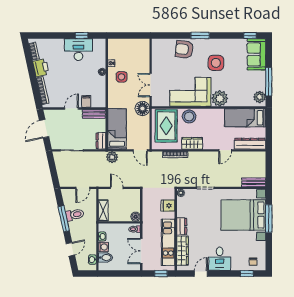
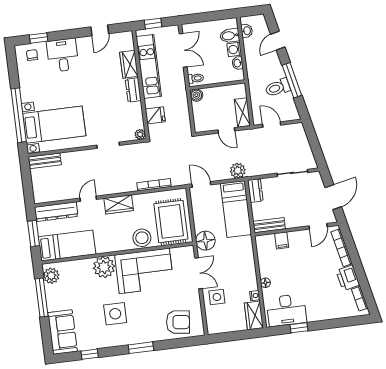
window: (250, 35) -> (90, 354), moved
wardrobe: (114, 49) -> (254, 315), added
armchair: (184, 49) -> (178, 322), moved
desk: (78, 50) -> (286, 310), moved
side table: (122, 77) -> (217, 297), moved
door: (71, 109) -> (318, 226), moved
window: (269, 130) -> (34, 233), added
wardrobe: (192, 143) -> (119, 204), moved
door: (83, 188) -> (272, 125), hinge flipped
shelving: (103, 210) -> (242, 113), moved
bed with nightstands: (243, 215) -> (54, 125), width x0.73
window: (269, 218) -> (19, 115), width x1.46
wardrobe: (182, 251) -> (129, 64), width x0.67
desk: (220, 259) -> (63, 55), moved

